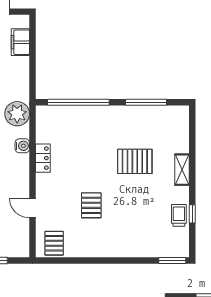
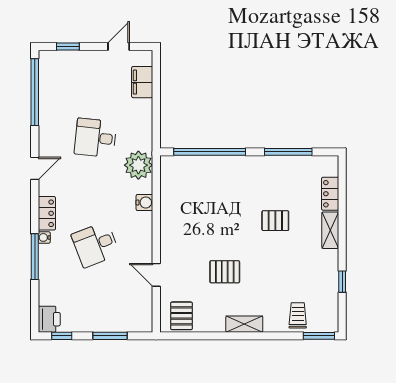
locker: (43, 158) -> (330, 194), moved, turned 180
pallet: (135, 161) -> (275, 221), width x0.67, depth x0.71
pallet: (91, 205) -> (225, 272), turned 90
trolley: (179, 215) -> (298, 315), moved
shelving: (108, 250) -> (244, 324), added

